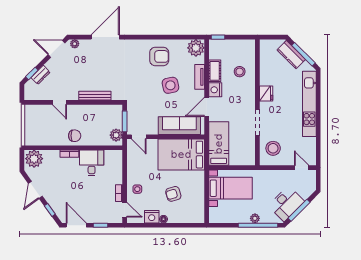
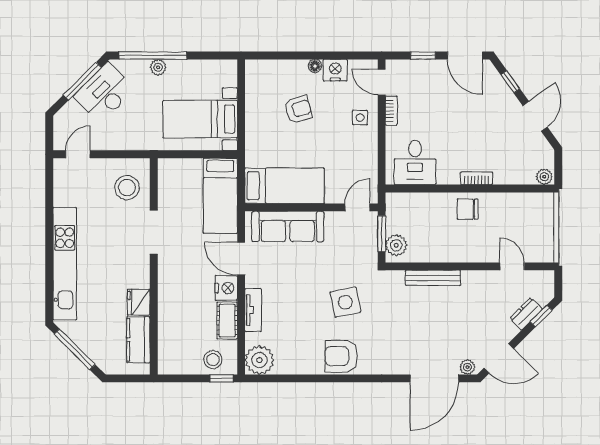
door: (105, 37) -> (434, 378), moved
kitchen counter: (291, 55) -> (138, 340), moved, turned -135
armchair: (159, 56) -> (341, 356), moved
stool: (240, 72) -> (213, 360), moved
side table: (170, 85) -> (345, 302), moved
fridge: (266, 94) -> (139, 302), moved
door: (59, 102) -> (512, 266), moved
door: (207, 107) -> (241, 259), swing flipped
plant: (116, 135) -> (396, 245), moved
door: (139, 137) -> (357, 207), hinge flipped
bed: (181, 155) -> (285, 186), width x0.67
plant: (34, 159) -> (544, 177), width x0.53, depth x0.53
desk: (92, 163) -> (415, 162), moved
door: (302, 168) -> (78, 154), swing flipped

